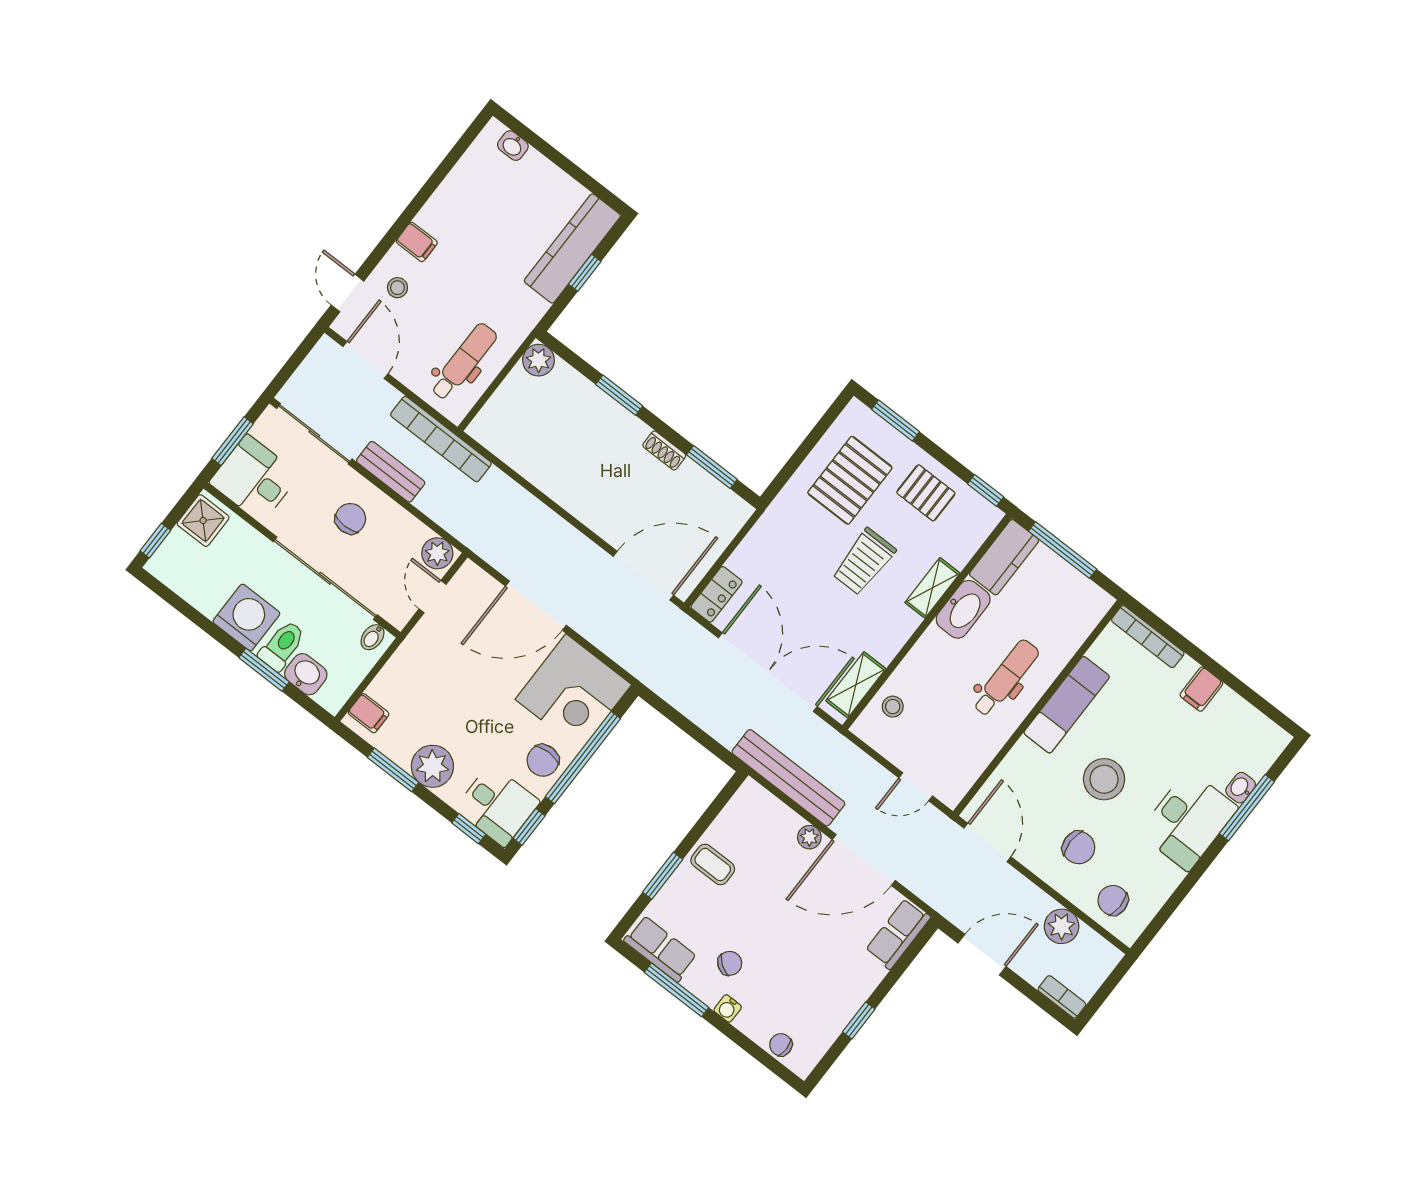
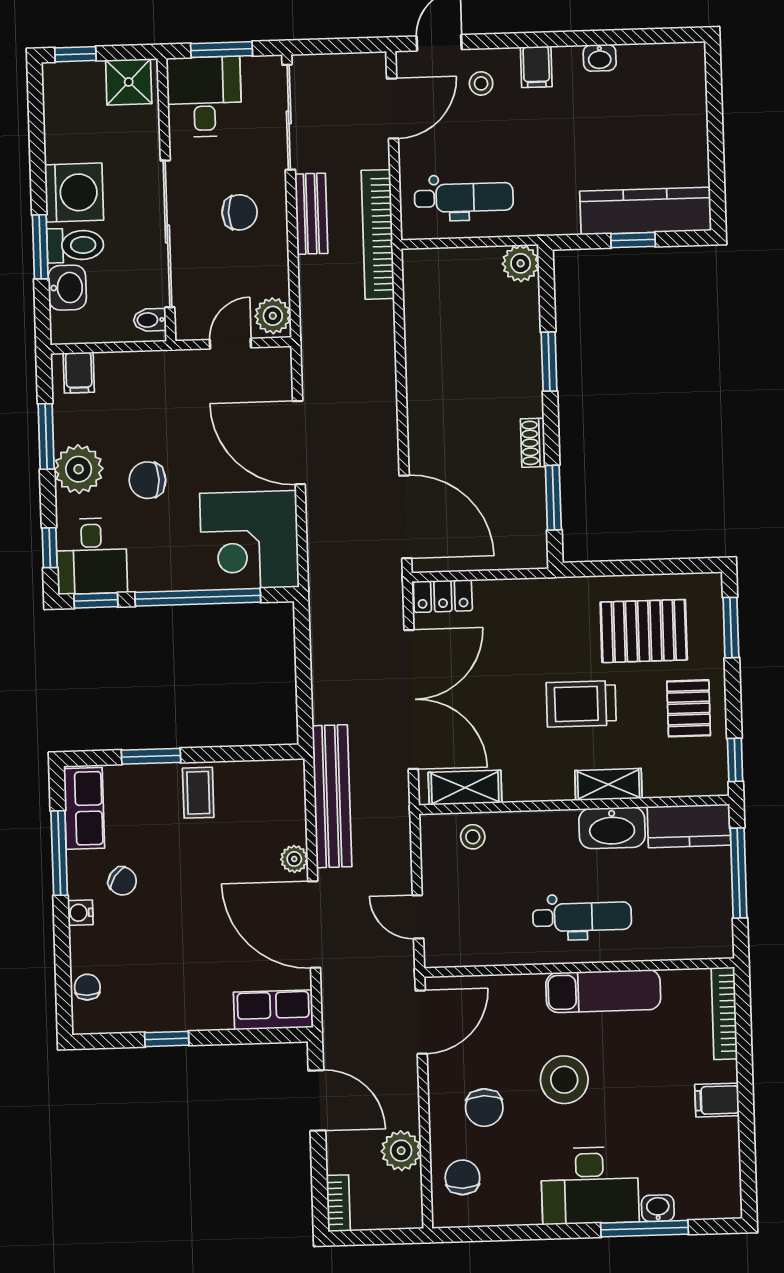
washbasin: (513, 146) -> (600, 58), moved, turned -90
chair: (543, 760) -> (147, 480), moved

